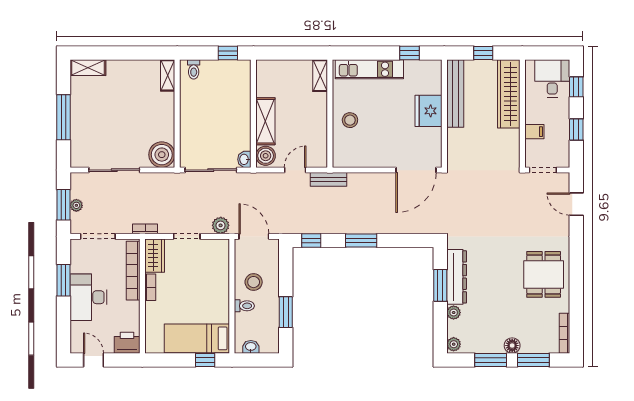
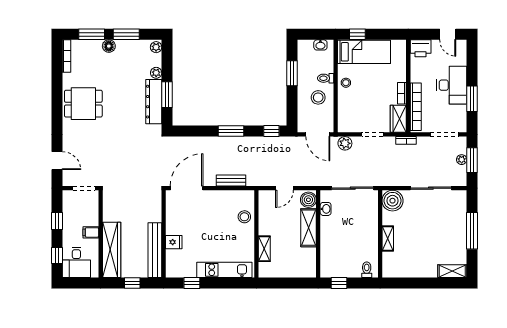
shelving: (168, 75) -> (388, 238), moved
shelving: (320, 76) -> (264, 249), moved
fridge: (428, 111) -> (174, 242), width x0.53, depth x0.75
stool: (350, 120) -> (244, 217), moved
filing cabinet: (534, 132) -> (91, 232), moved
washbasin: (244, 159) -> (326, 209), moved
bench: (329, 179) -> (231, 181), moved
dining table: (544, 274) -> (83, 104), turned 90
stool: (219, 300) -> (346, 83), added

